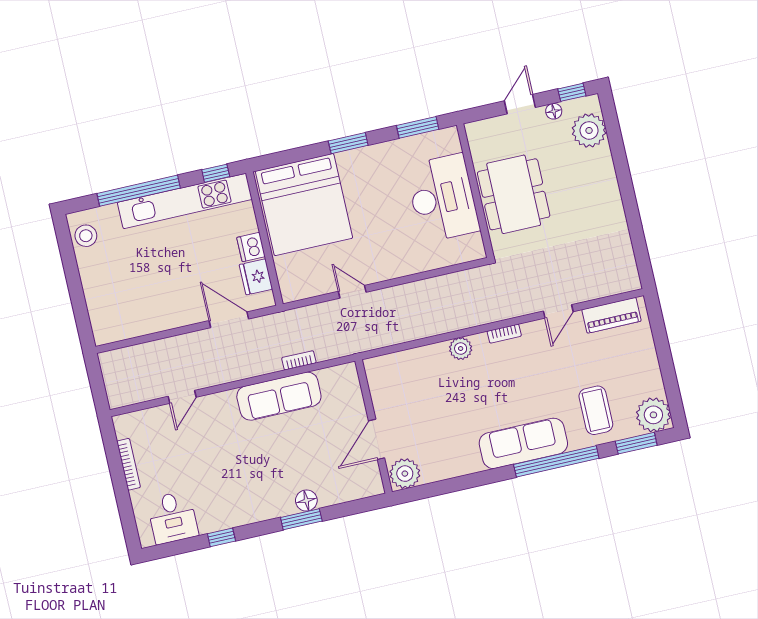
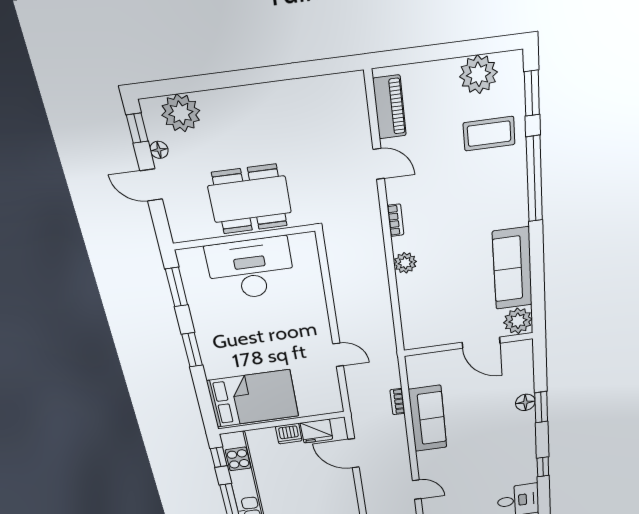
bed: (304, 205) -> (253, 398), width x0.73
door: (352, 292) -> (338, 355), swing flipped
door: (229, 320) -> (354, 453), hinge flipped
plant: (653, 415) -> (478, 74), moved
sofa: (523, 443) -> (512, 269), moved

